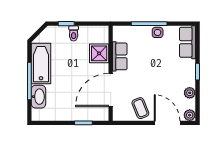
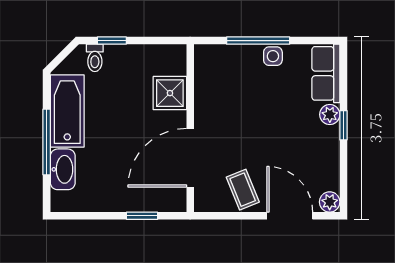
toilet: (74, 33) -> (95, 58), moved
row of seats: (120, 56) -> (206, 98), removed
plant: (190, 93) -> (330, 115), moved

